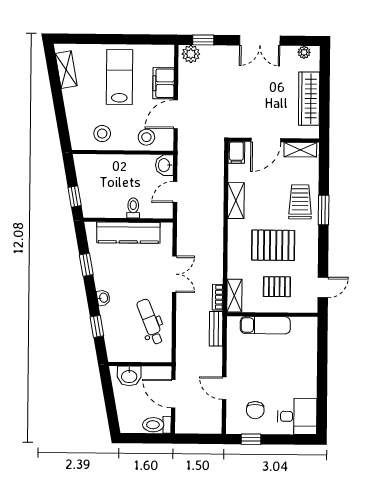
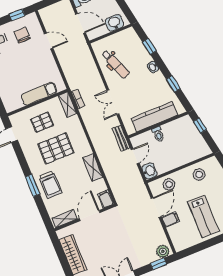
filing cabinet: (164, 83) -> (171, 219), width x0.50
bench: (216, 329) -> (121, 138), moved

